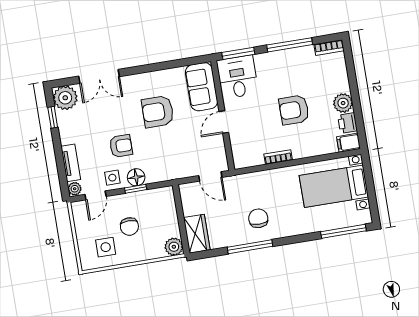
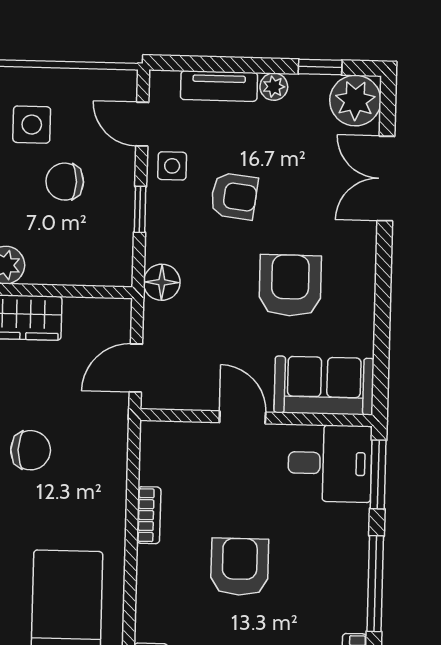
armchair: (121, 146) -> (234, 196), turned -83
floor lamp: (136, 177) -> (162, 282), moved
plant: (75, 189) -> (274, 87), moved

